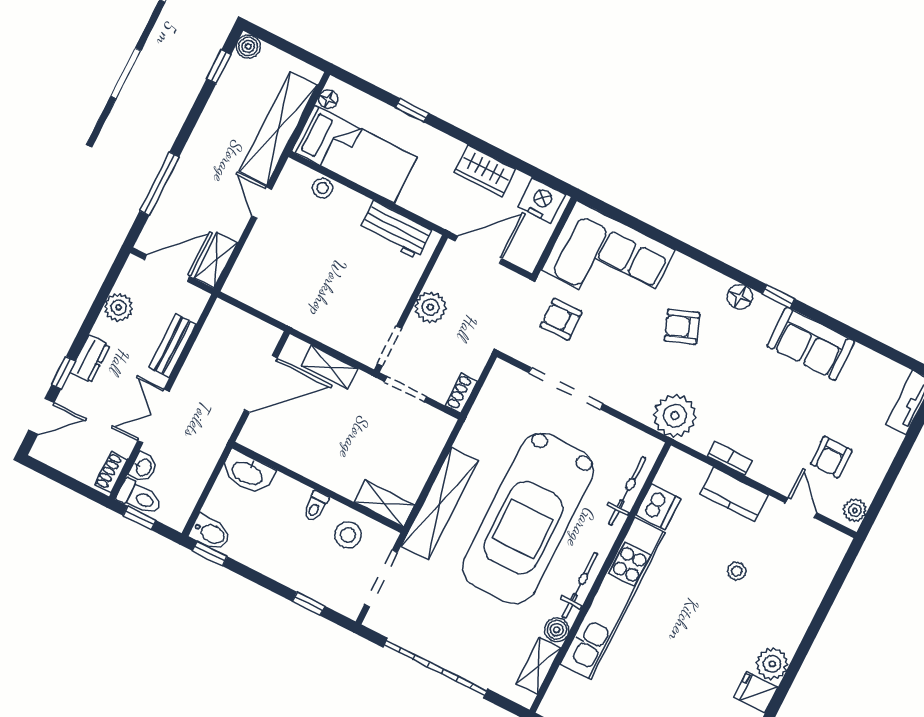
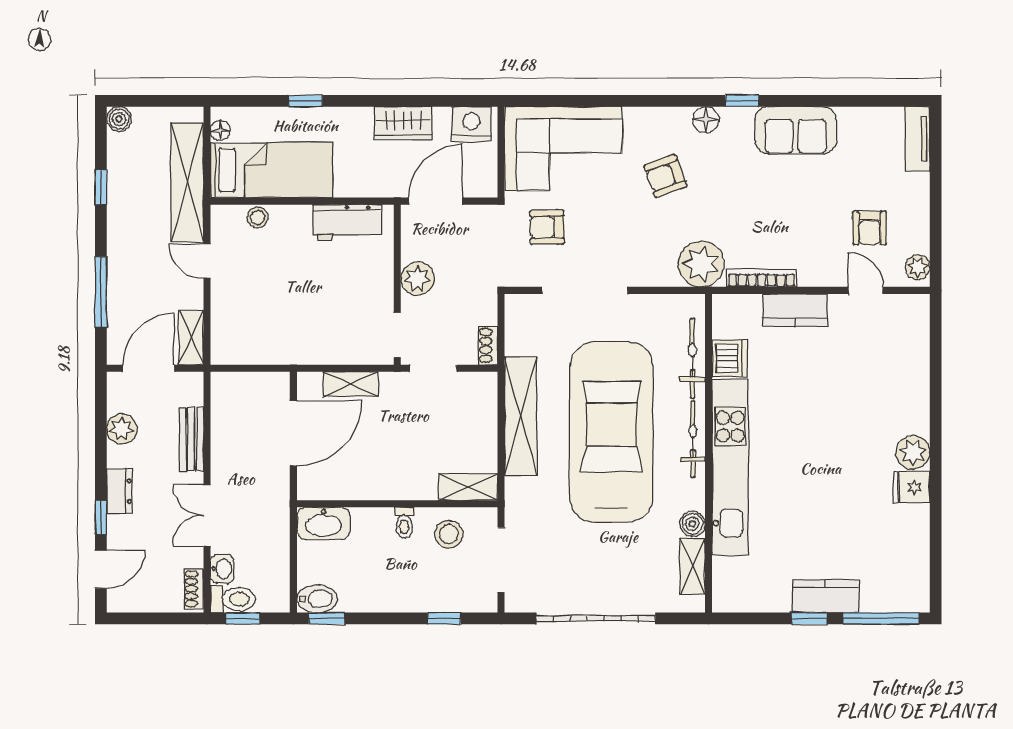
window: (219, 67) -> (101, 187), moved
bookcase: (730, 458) -> (762, 278), width x1.56
shelving: (440, 503) -> (521, 416), moved
car: (528, 518) -> (612, 432), turned 180
stool: (737, 571) -> (835, 382), removed
bicycle: (580, 585) -> (693, 439), moved

